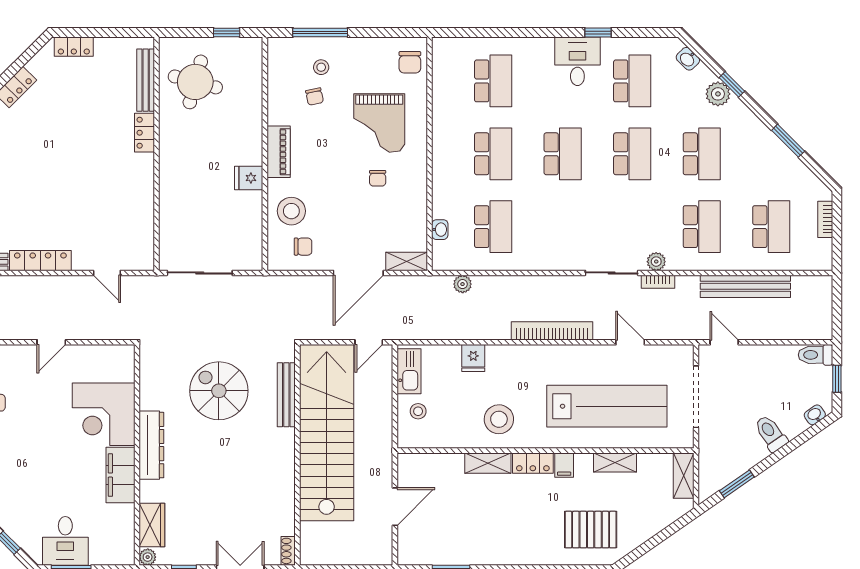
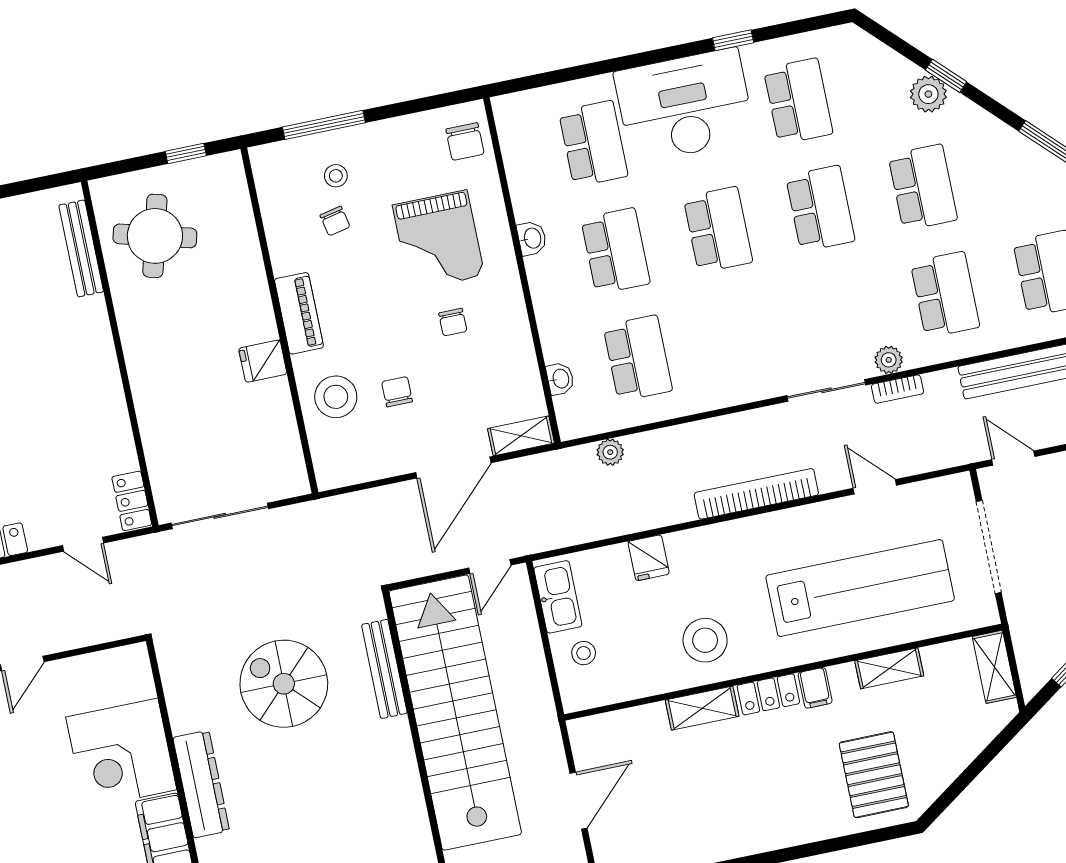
washbasin: (688, 59) -> (532, 238), moved, turned -135
desk: (577, 61) -> (685, 106), width x1.87, depth x1.30
locker: (145, 133) -> (132, 501), moved
chair: (303, 247) -> (397, 392), moved, turned -90
pallet: (591, 530) -> (874, 775), turned 90

